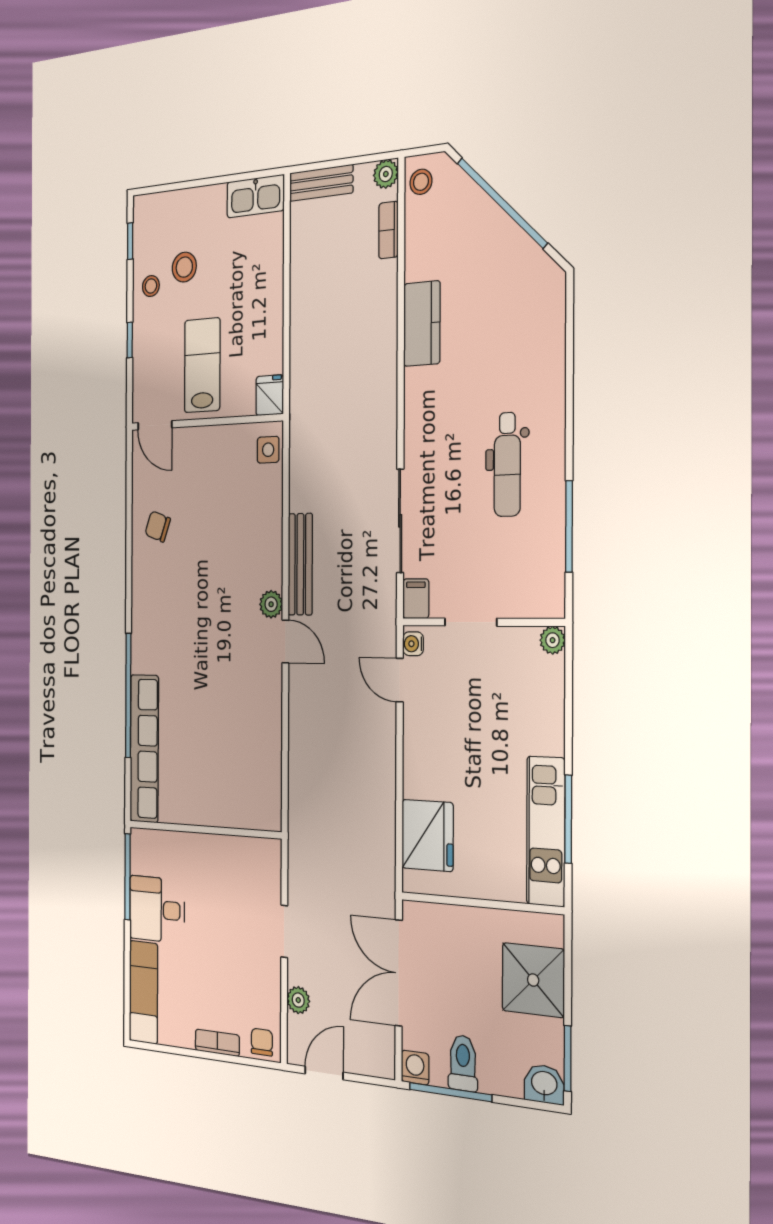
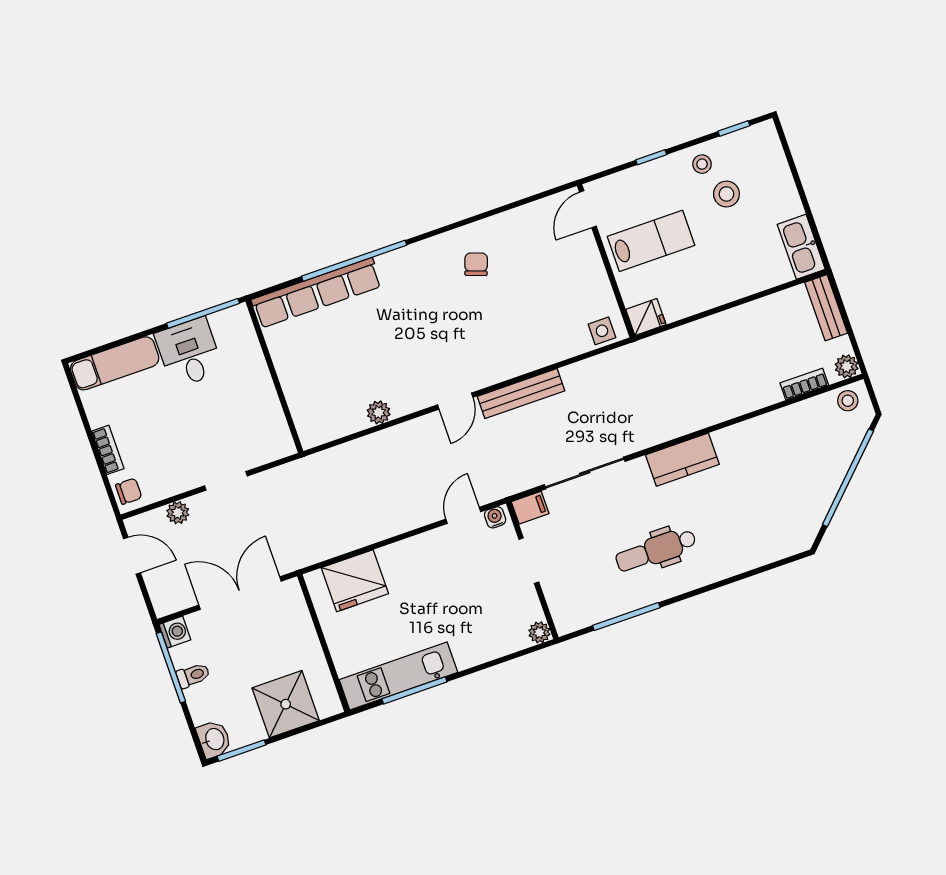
kitchen counter: (422, 324) -> (682, 460), moved
chair: (158, 526) -> (476, 264), moved
plant: (271, 604) -> (379, 412), moved
toilet: (463, 1063) -> (193, 675), width x0.73, depth x0.72

